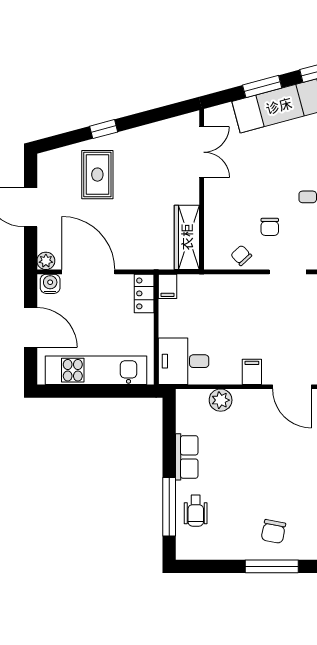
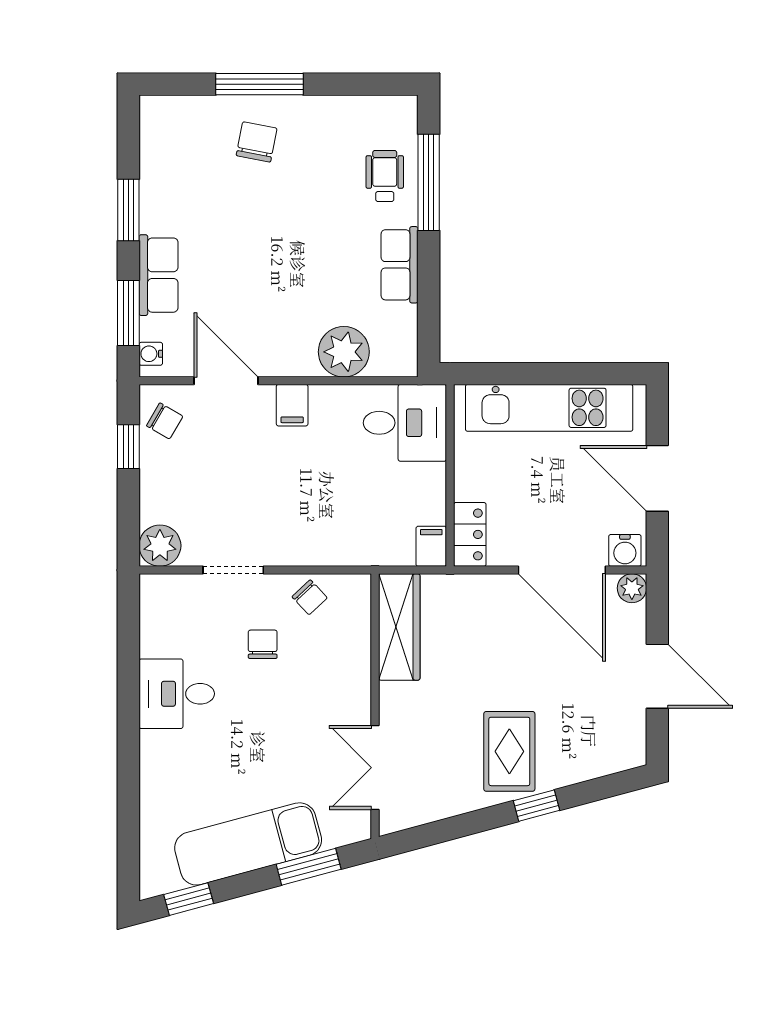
window: (262, 86) -> (309, 867), moved
rug: (97, 175) -> (509, 751), moved
plant: (221, 400) -> (344, 352), width x1.36, depth x1.36

